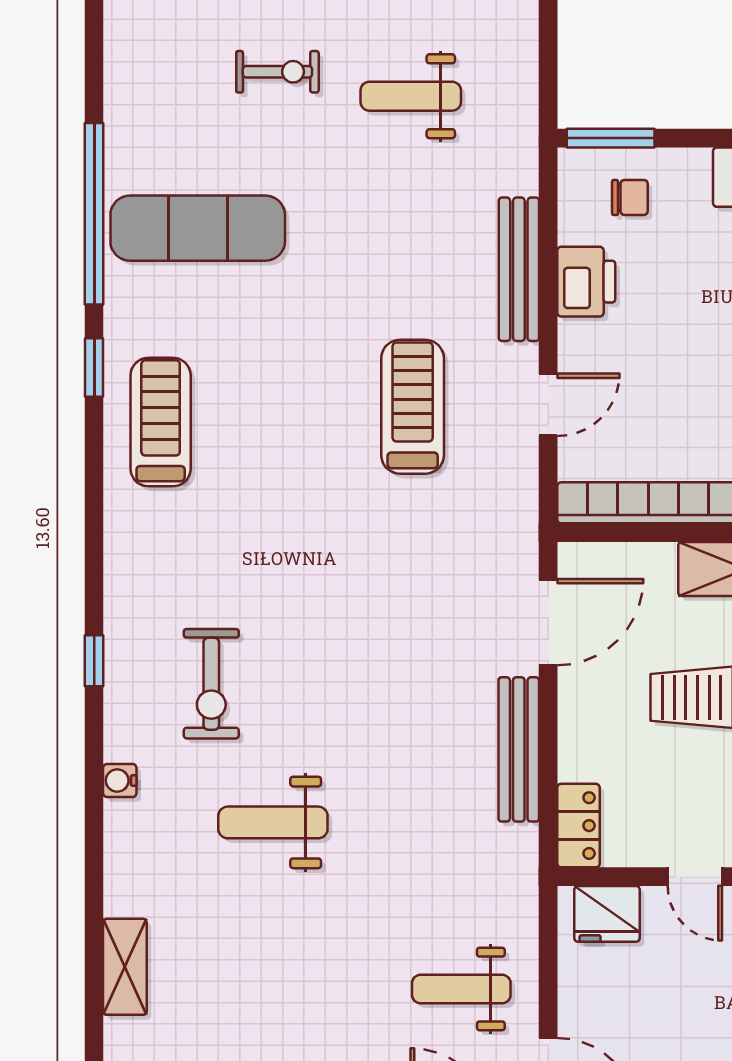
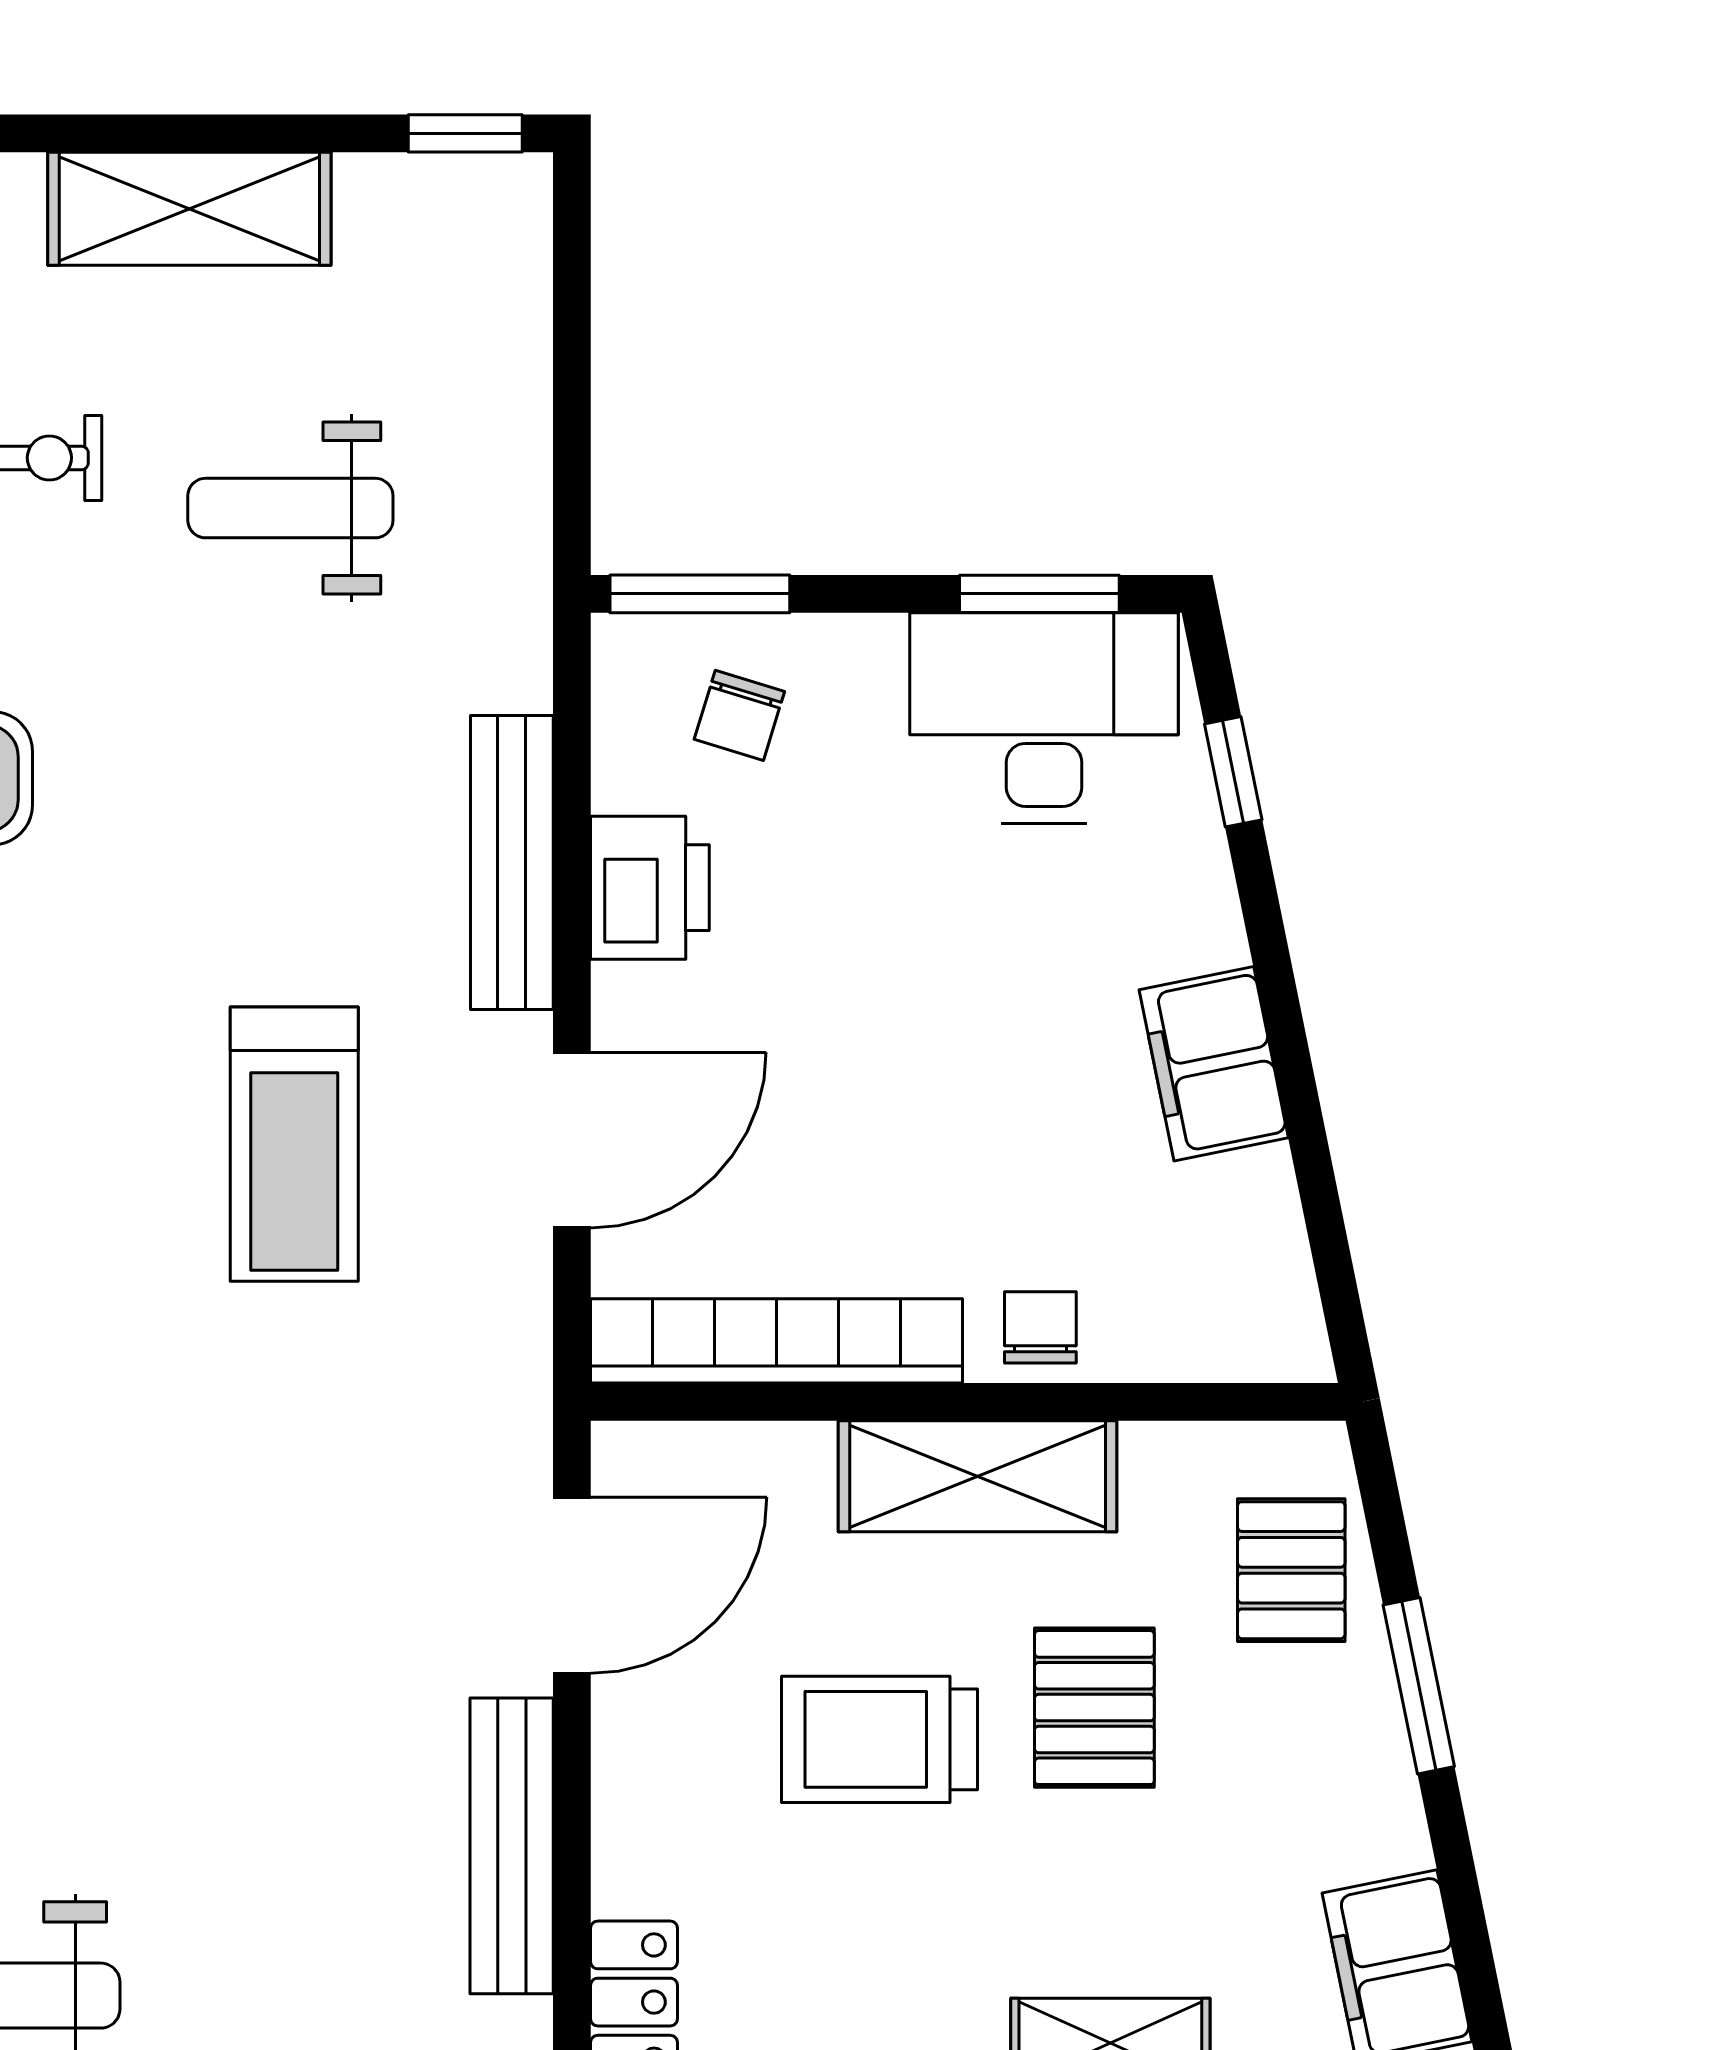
chair: (630, 197) -> (739, 715), turned 107
door: (548, 405) -> (572, 1140), width x1.38
treadmill: (413, 407) -> (294, 1144), turned 180

